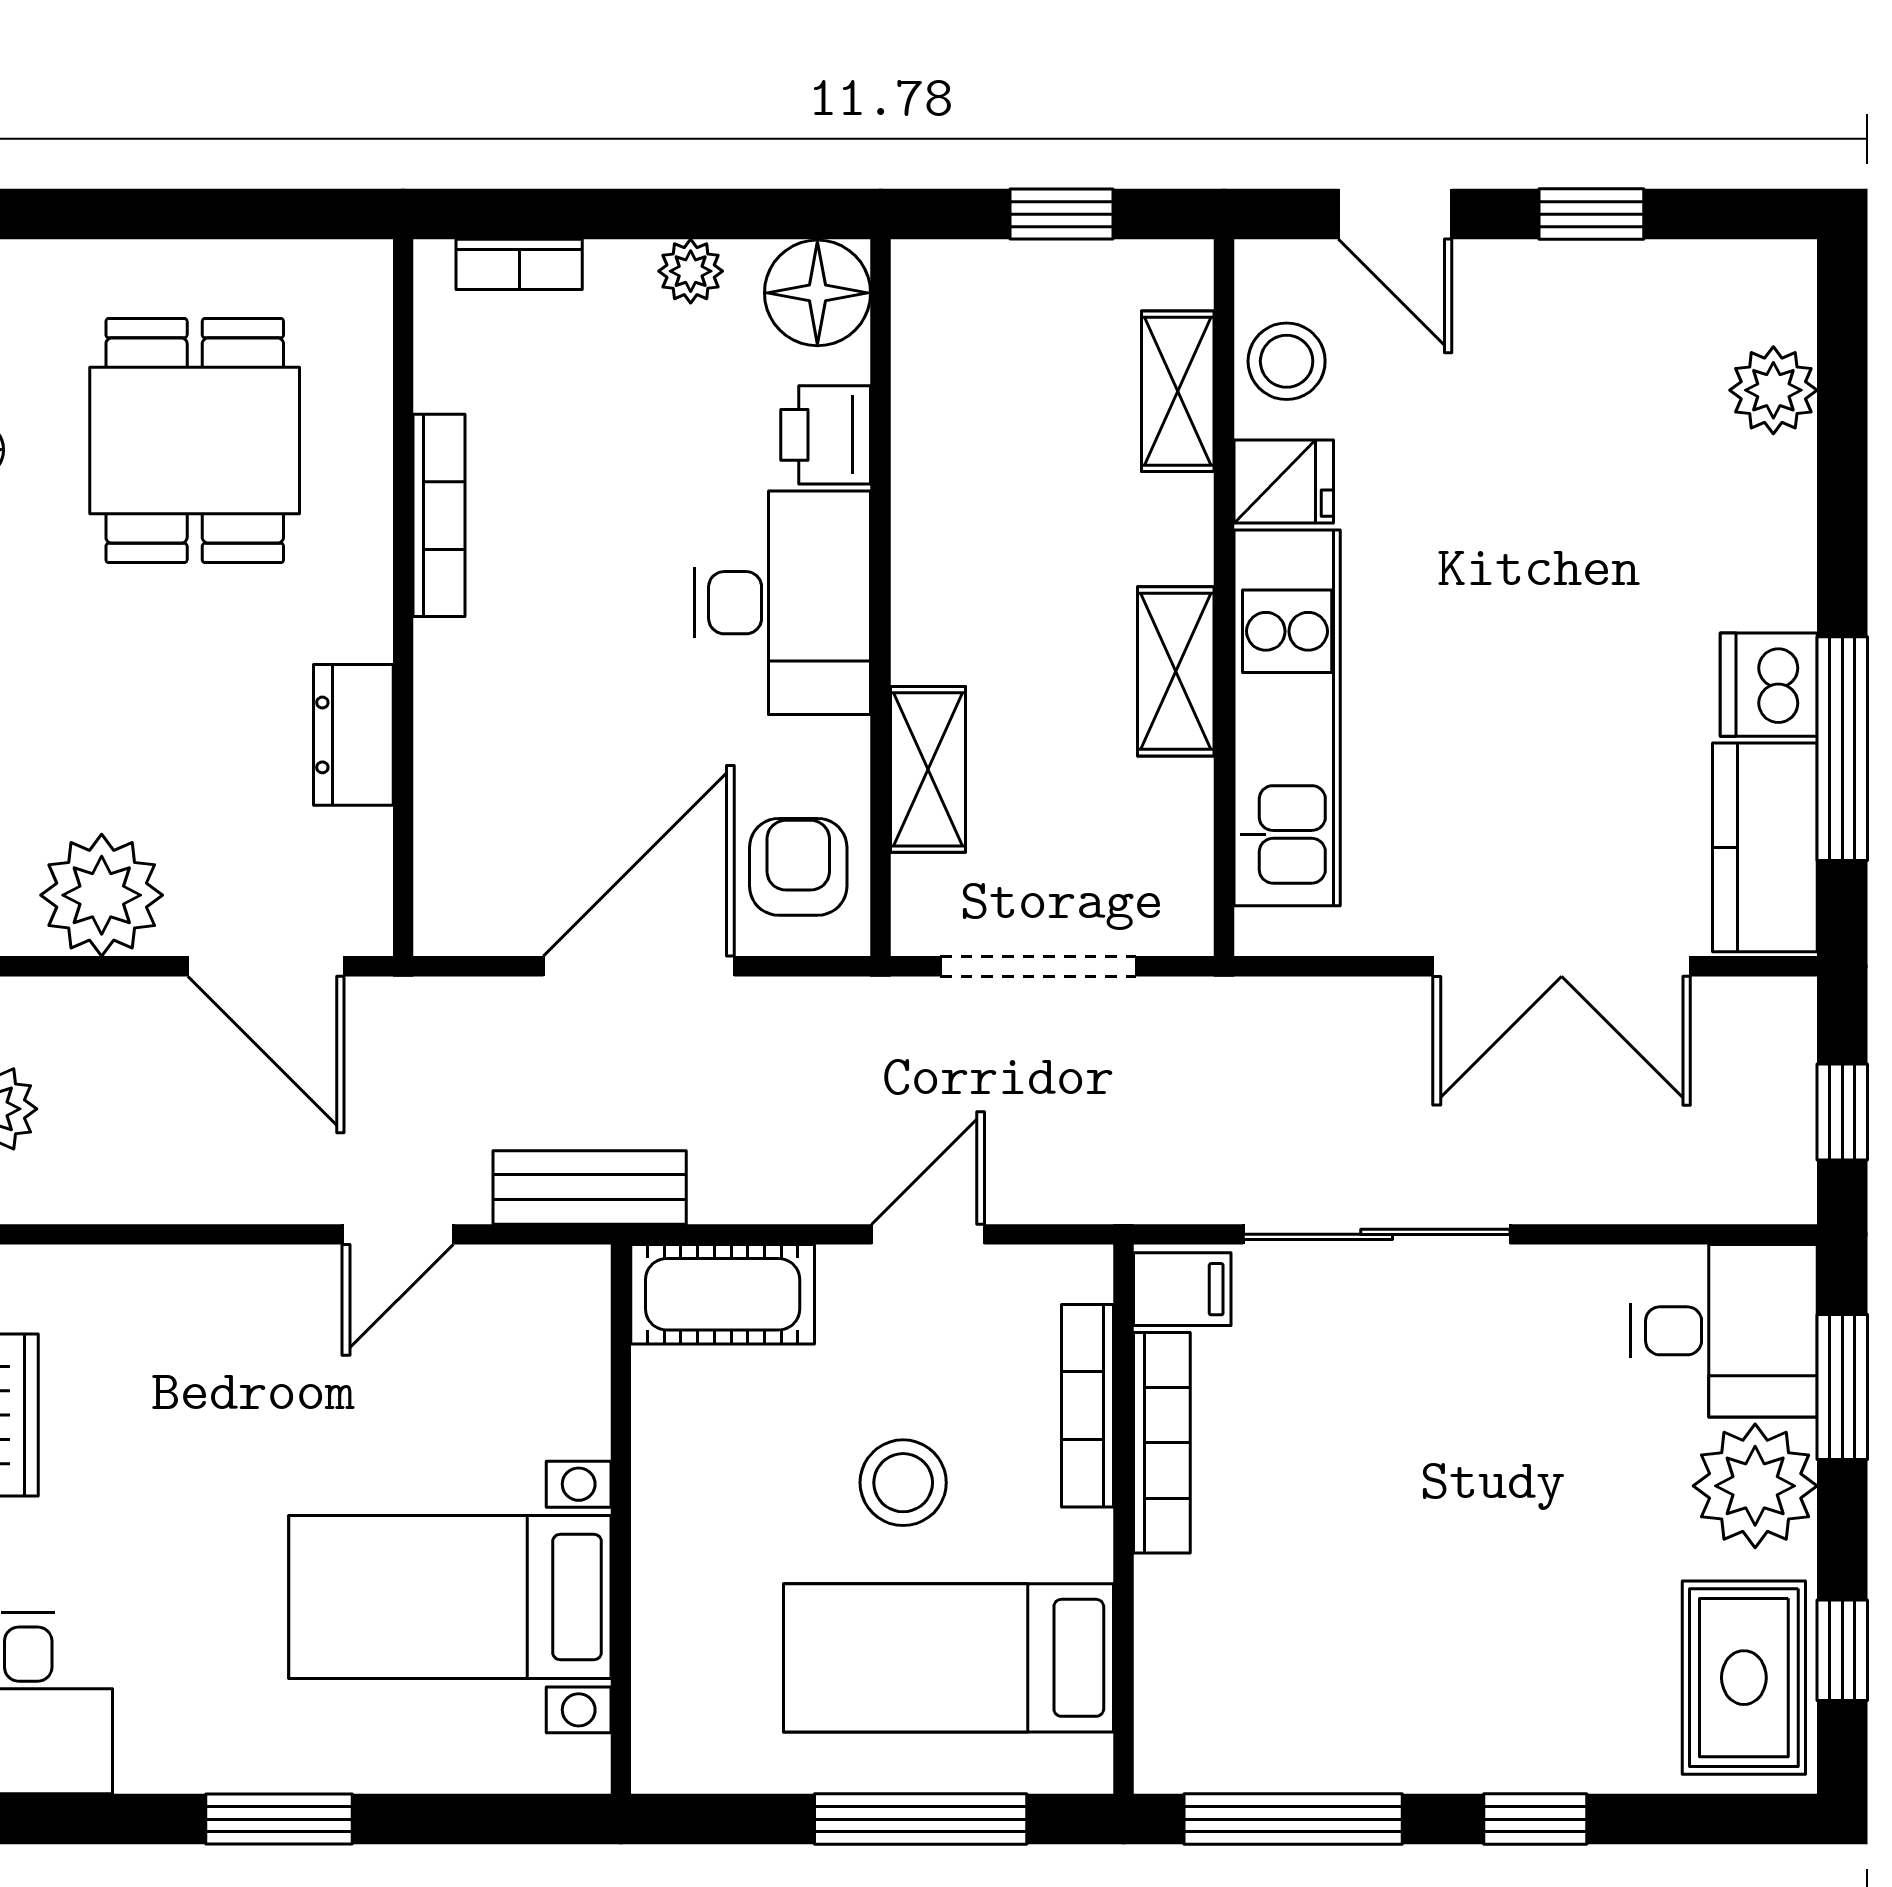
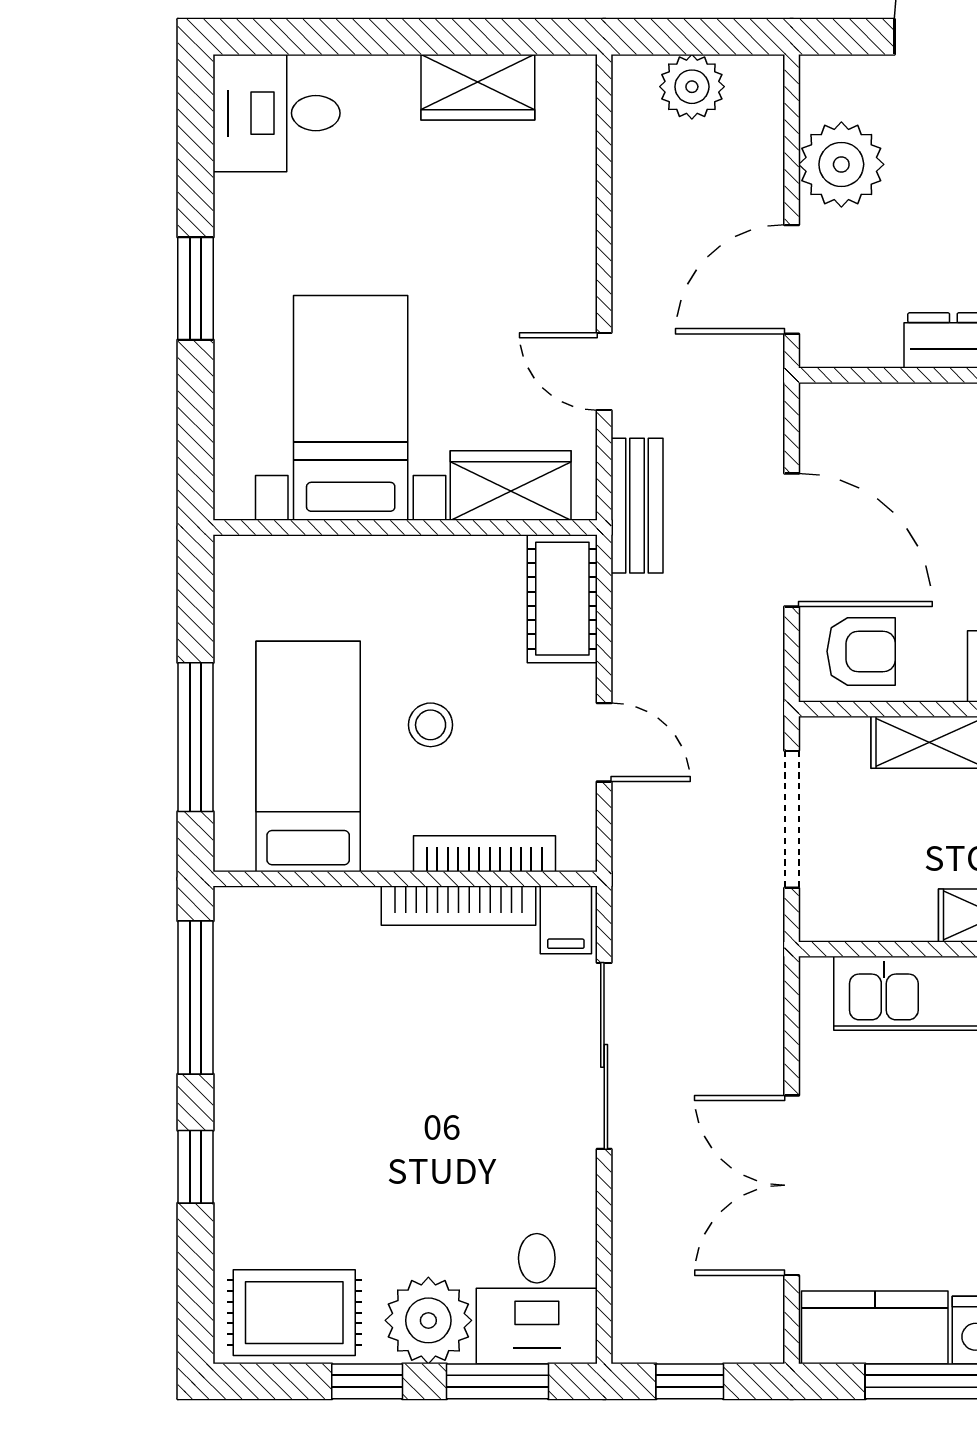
wardrobe: (561, 1368) -> (511, 486), added
stool: (903, 1483) -> (431, 725), width x0.73, depth x0.73
window: (1842, 1650) -> (367, 1381), moved

